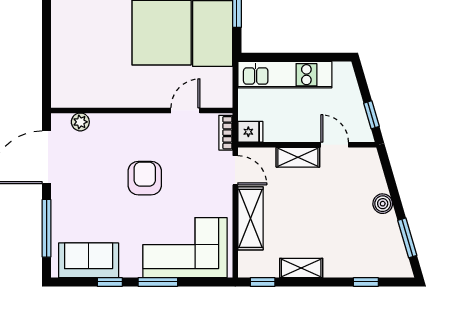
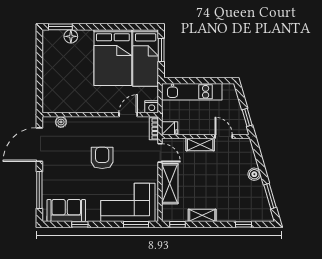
nightstand: (222, 98) -> (152, 107), added
window: (158, 282) -> (136, 224), moved

